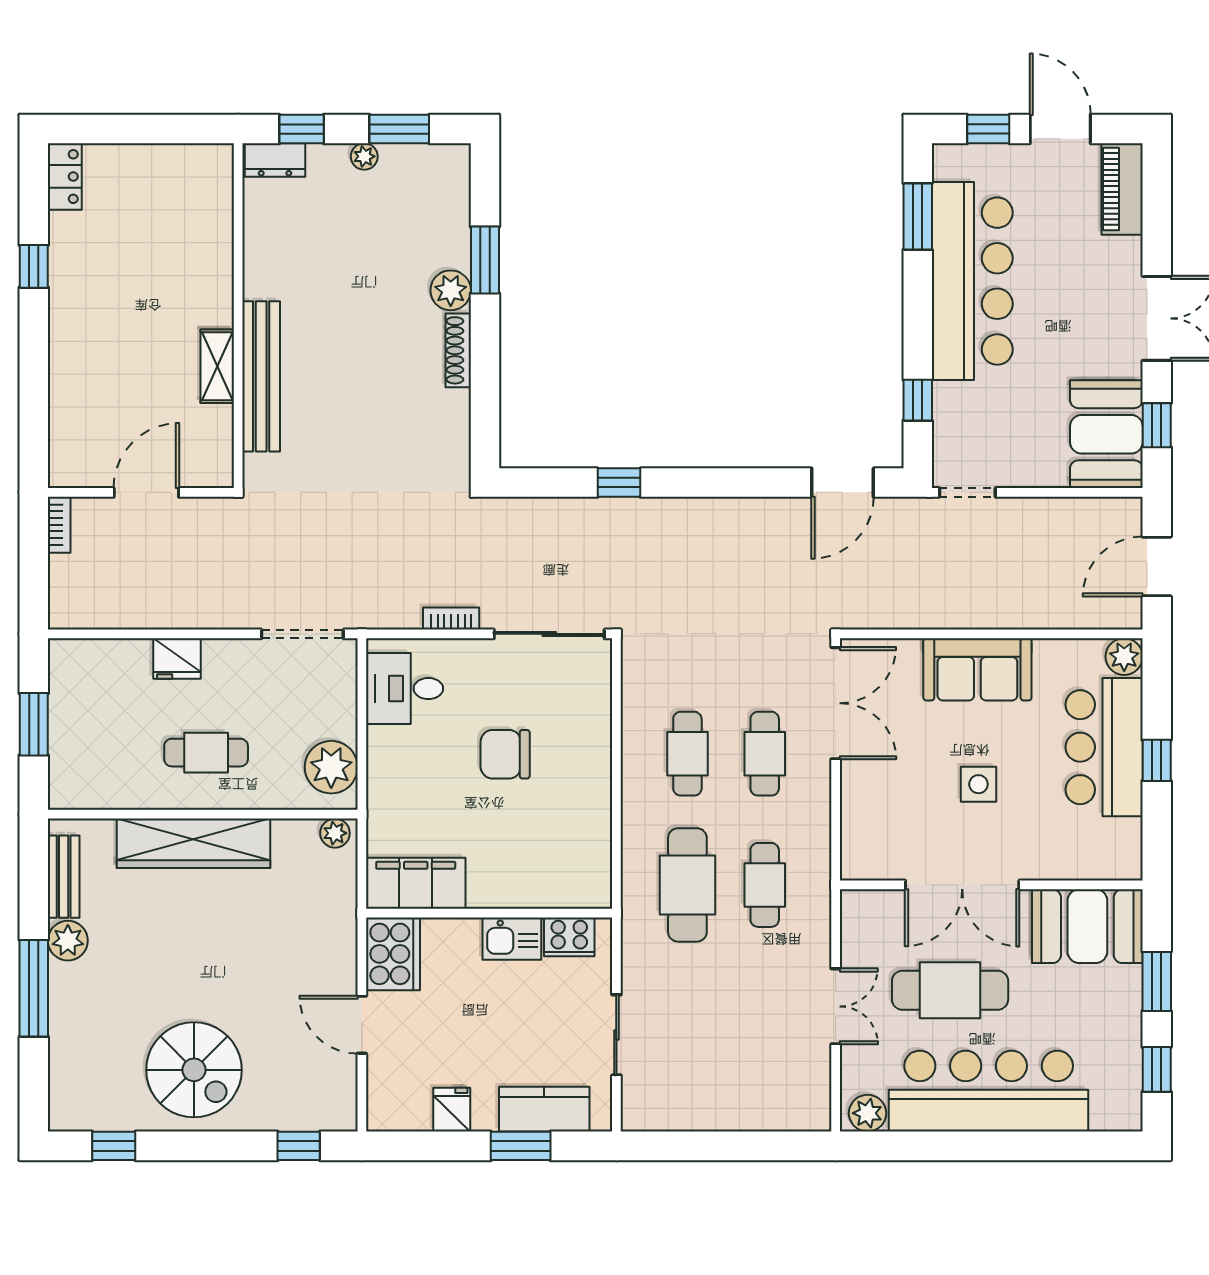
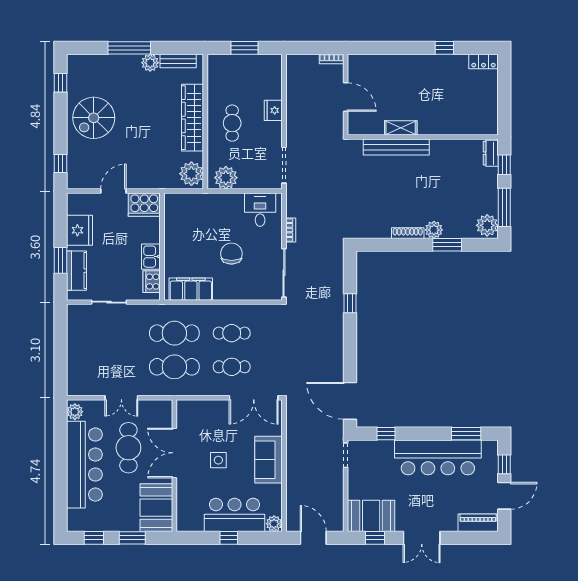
window: (399, 129) -> (504, 207), width x1.44
plant: (364, 156) -> (487, 225), moved, width x1.88, depth x1.88
door: (843, 483) -> (350, 401), width x1.36
plant: (335, 833) -> (191, 174), width x1.88, depth x1.88
filing cabinet: (416, 883) -> (191, 289), moved, turned -90
cafe table: (765, 885) -> (174, 367), width x1.37, depth x1.35
fridge: (452, 1110) -> (80, 230), width x1.88, depth x1.34

